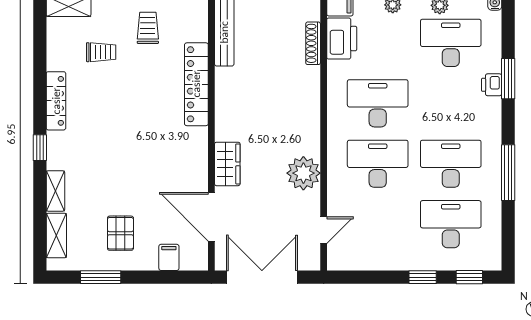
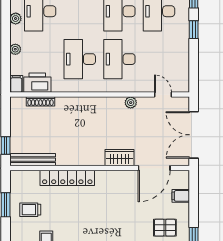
plant: (303, 173) -> (131, 103), width x0.53, depth x0.53

